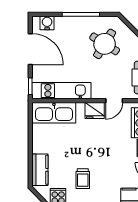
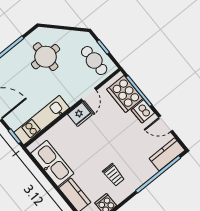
round table: (105, 44) -> (46, 57), turned -32
kitchen sink: (54, 113) -> (52, 163), moved, turned -90

